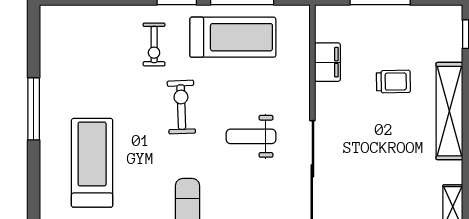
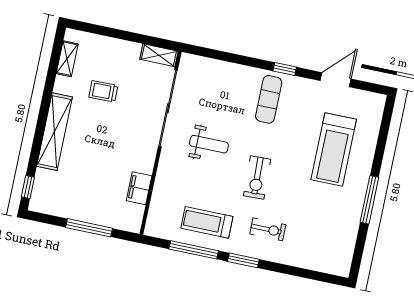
treadmill: (233, 37) -> (207, 222), width x0.73, depth x0.73
exercise bike: (154, 45) -> (268, 229), turned 90
trolley: (393, 82) -> (103, 91), moved

